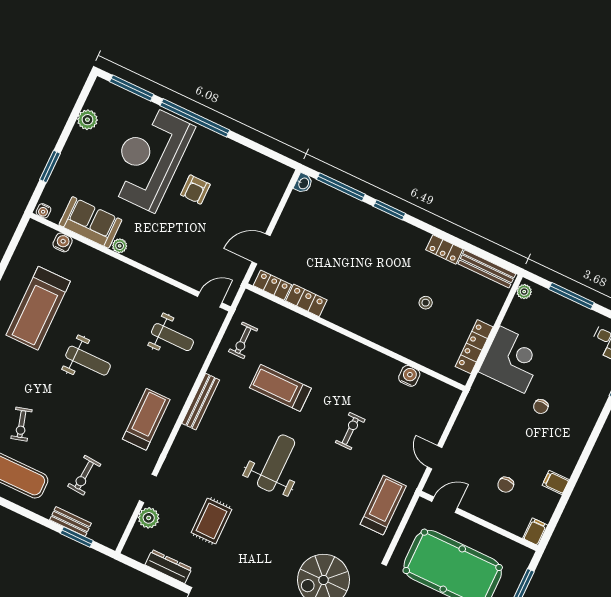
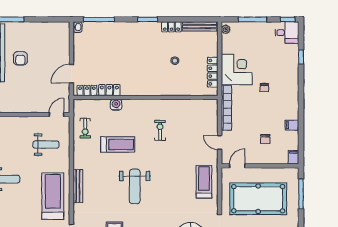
window: (389, 210) -> (148, 19), moved
water cooler: (409, 376) -> (116, 105), moved
treadmill: (280, 388) -> (118, 144), turned 180
bench: (201, 402) -> (78, 186), moved
bookcase: (469, 410) -> (226, 108), added
treadmill: (146, 419) -> (53, 196), width x1.37, depth x1.38
exercise bike: (350, 431) -> (160, 130), moved
weight bench: (276, 463) -> (135, 186), turned 180

